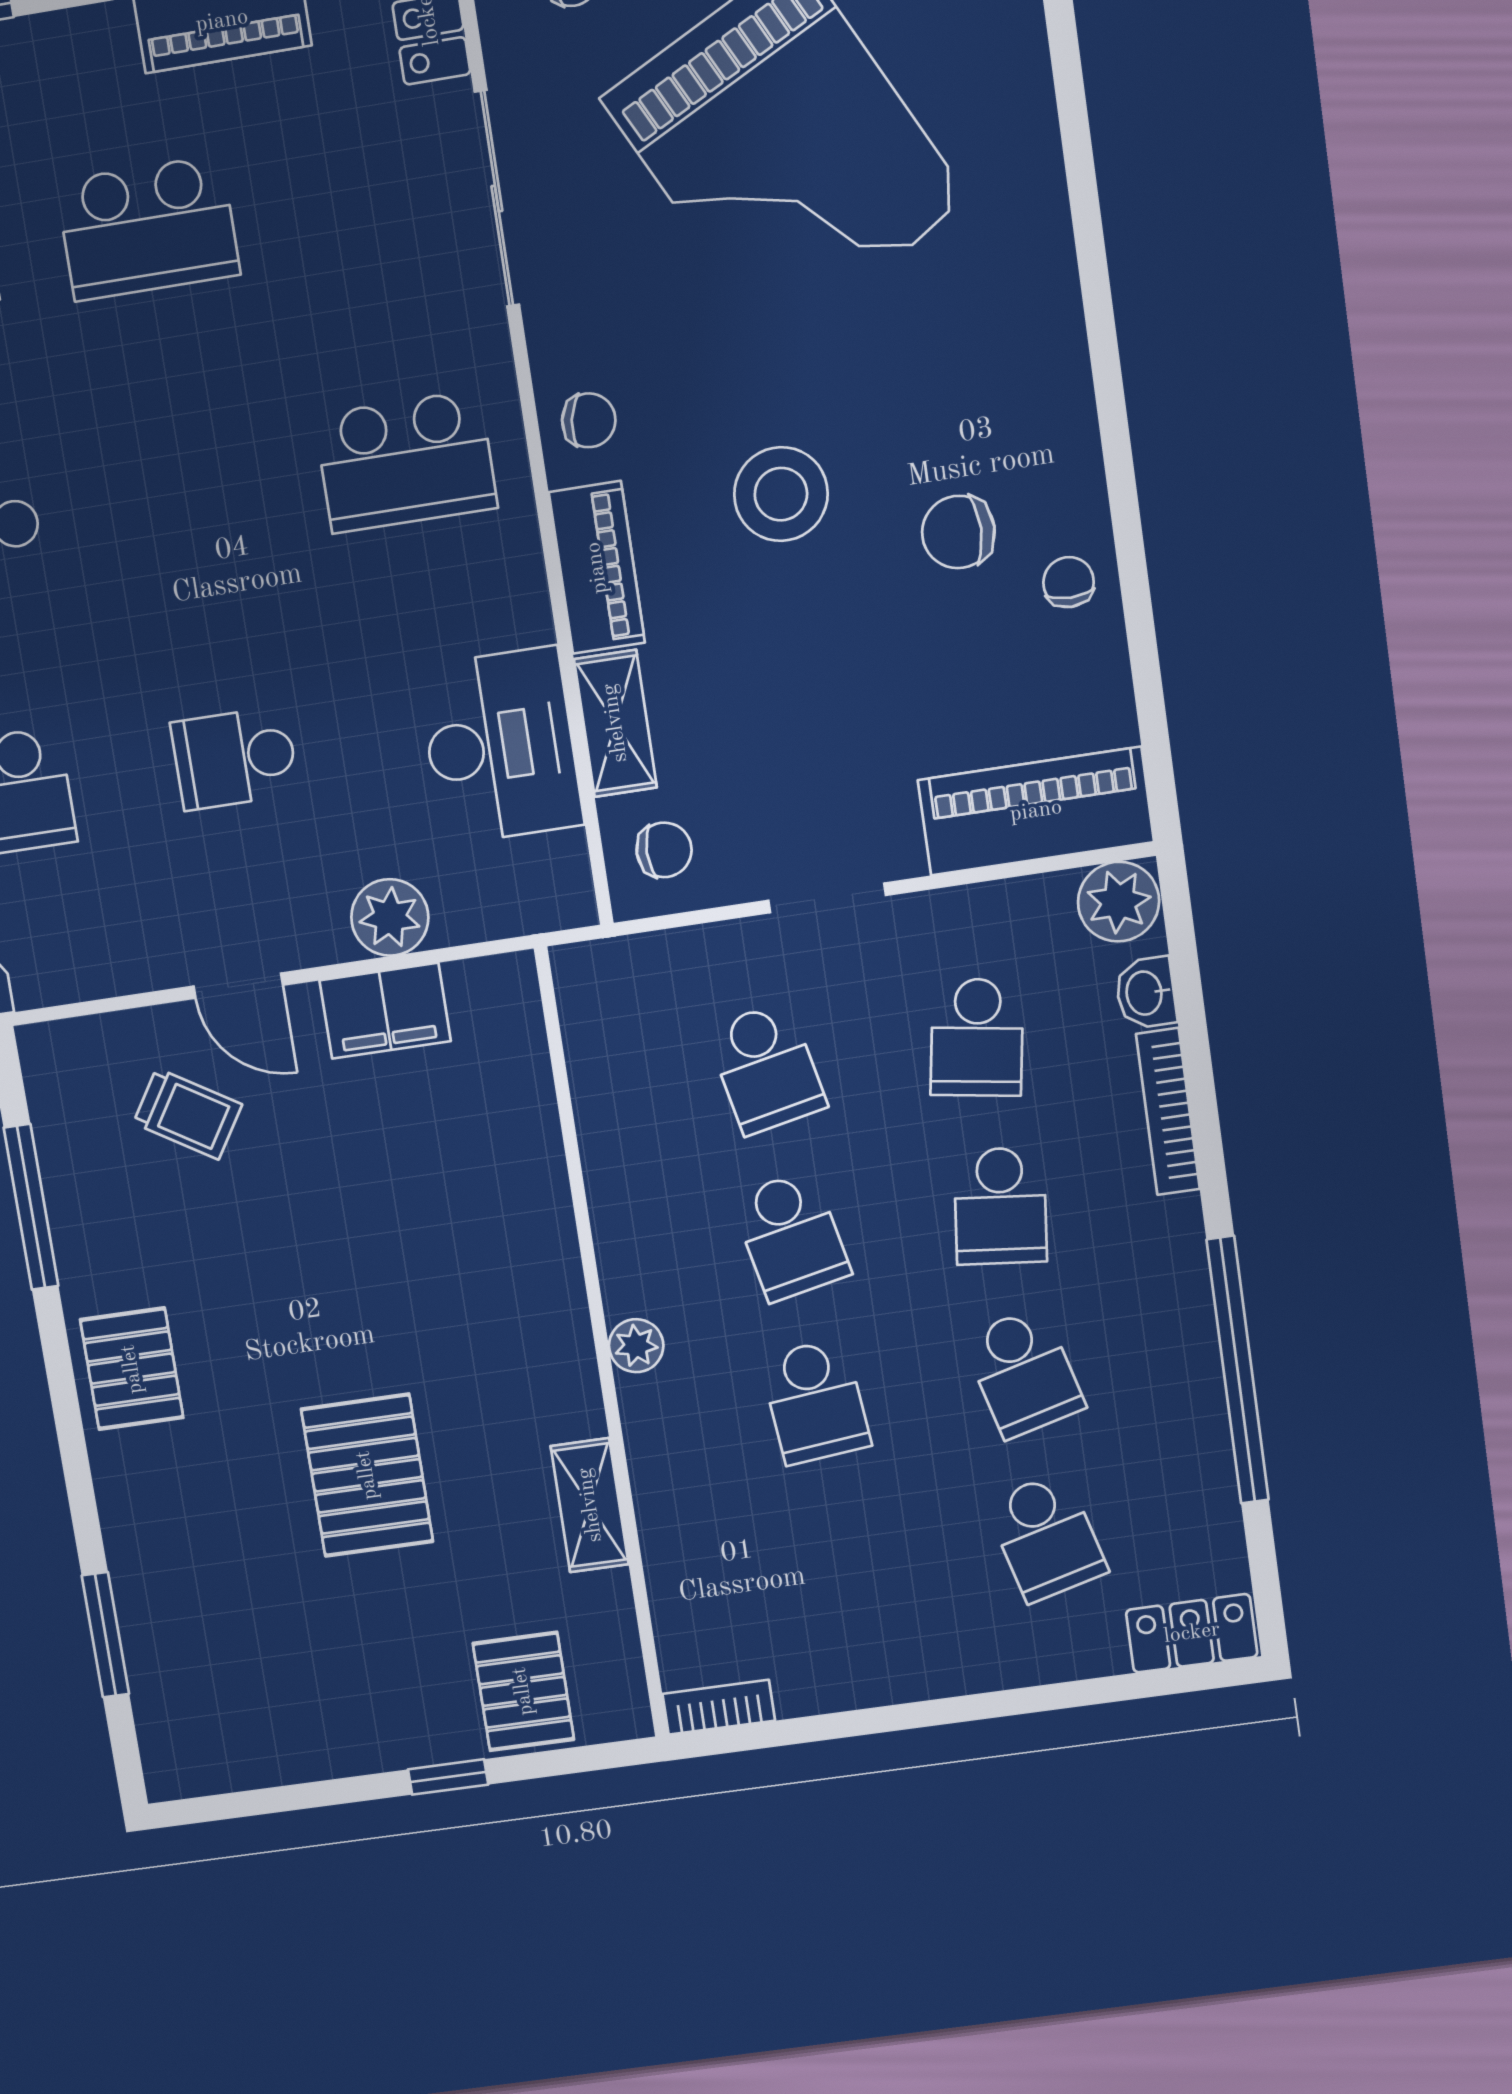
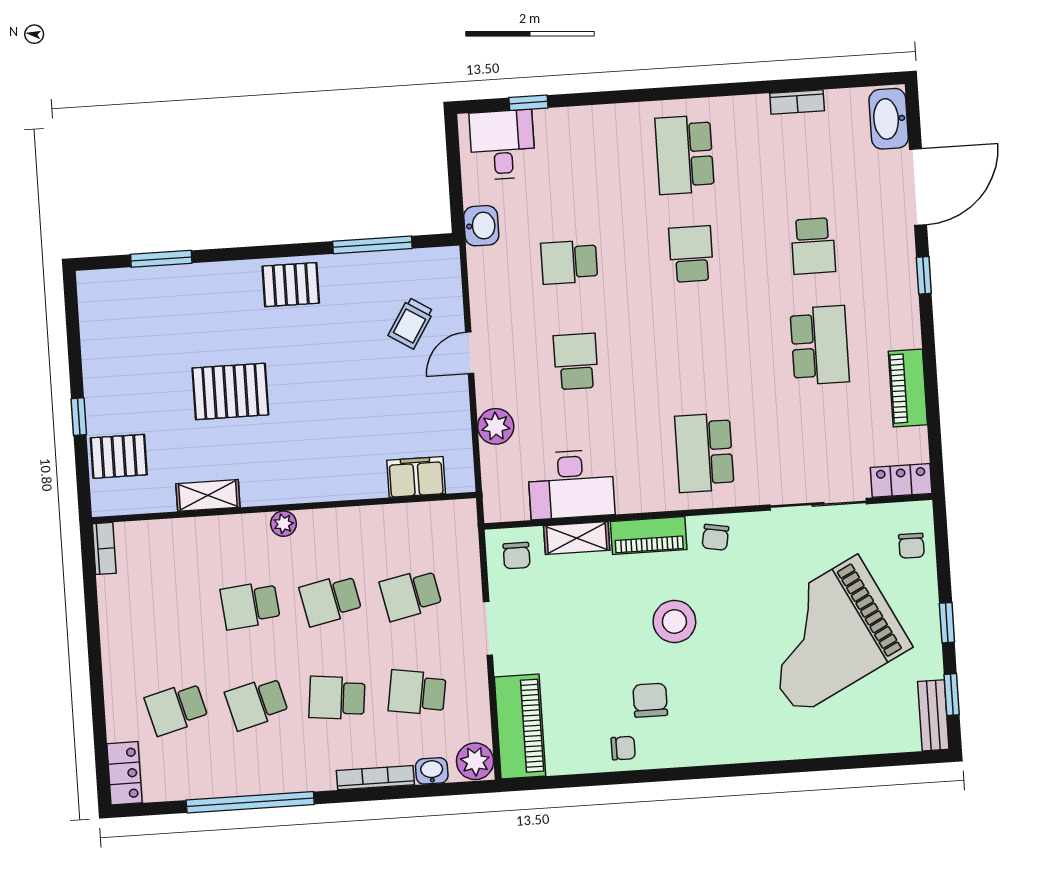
school desk: (148, 228) -> (820, 345), turned 180
filing cabinet: (385, 1011) -> (416, 477), moved, turned 90

